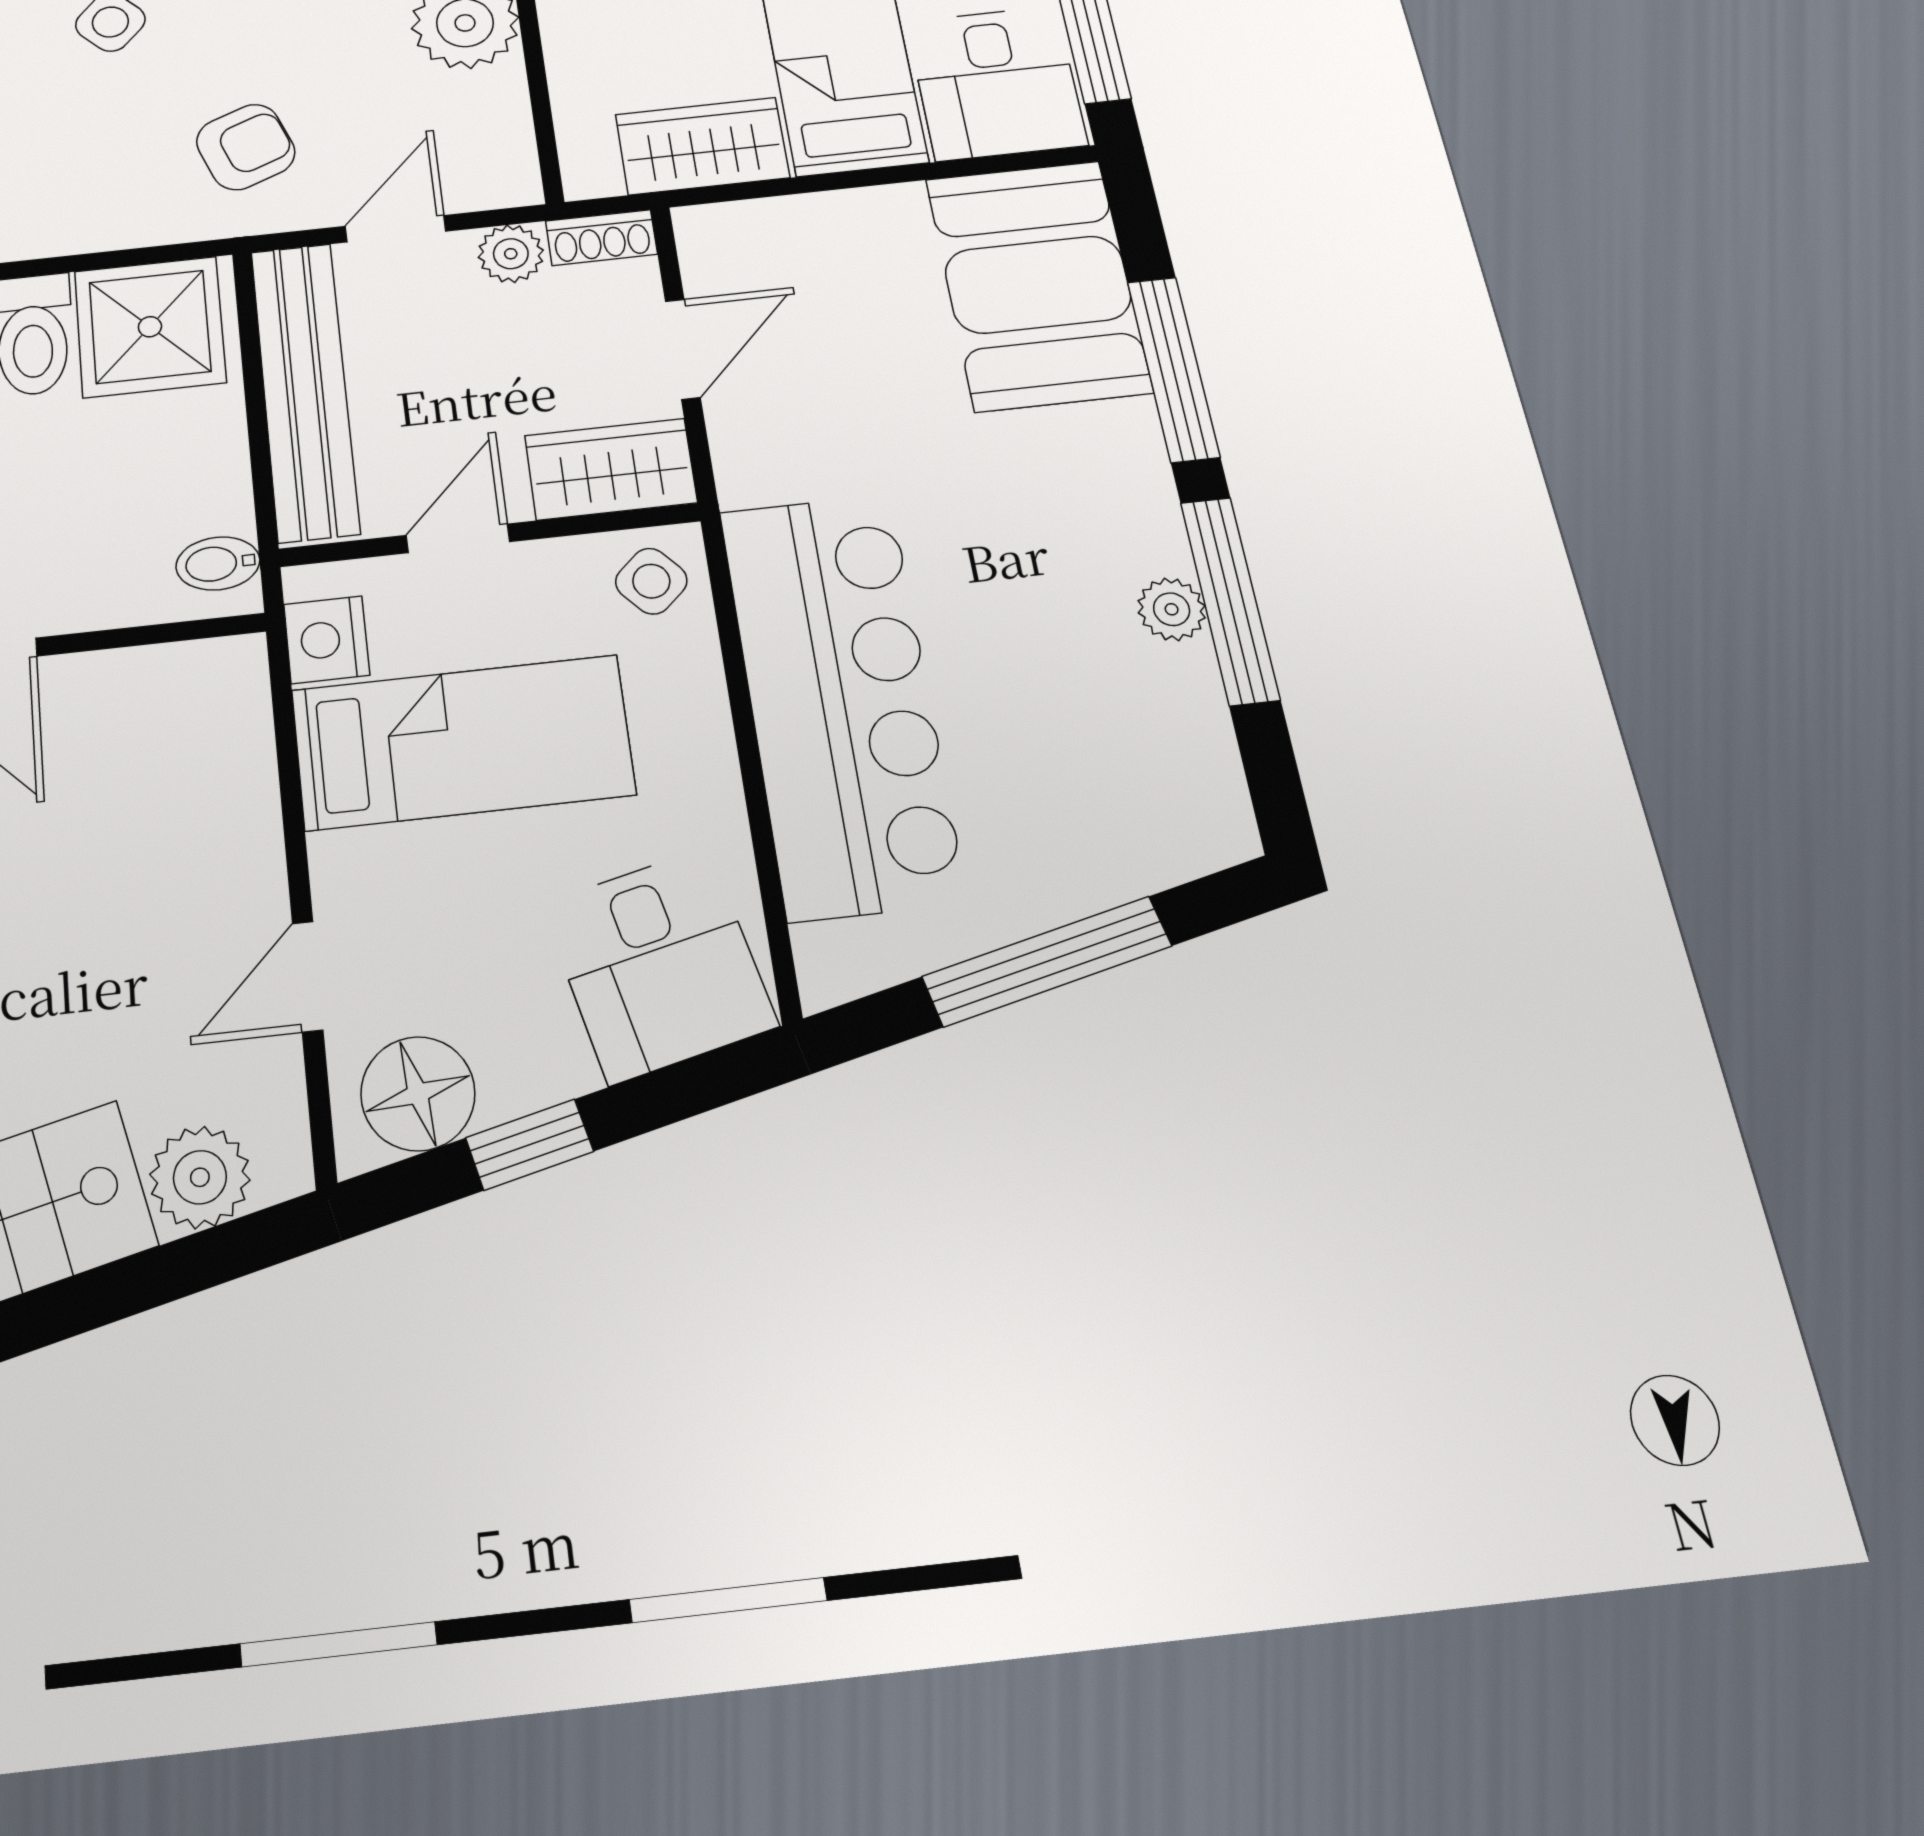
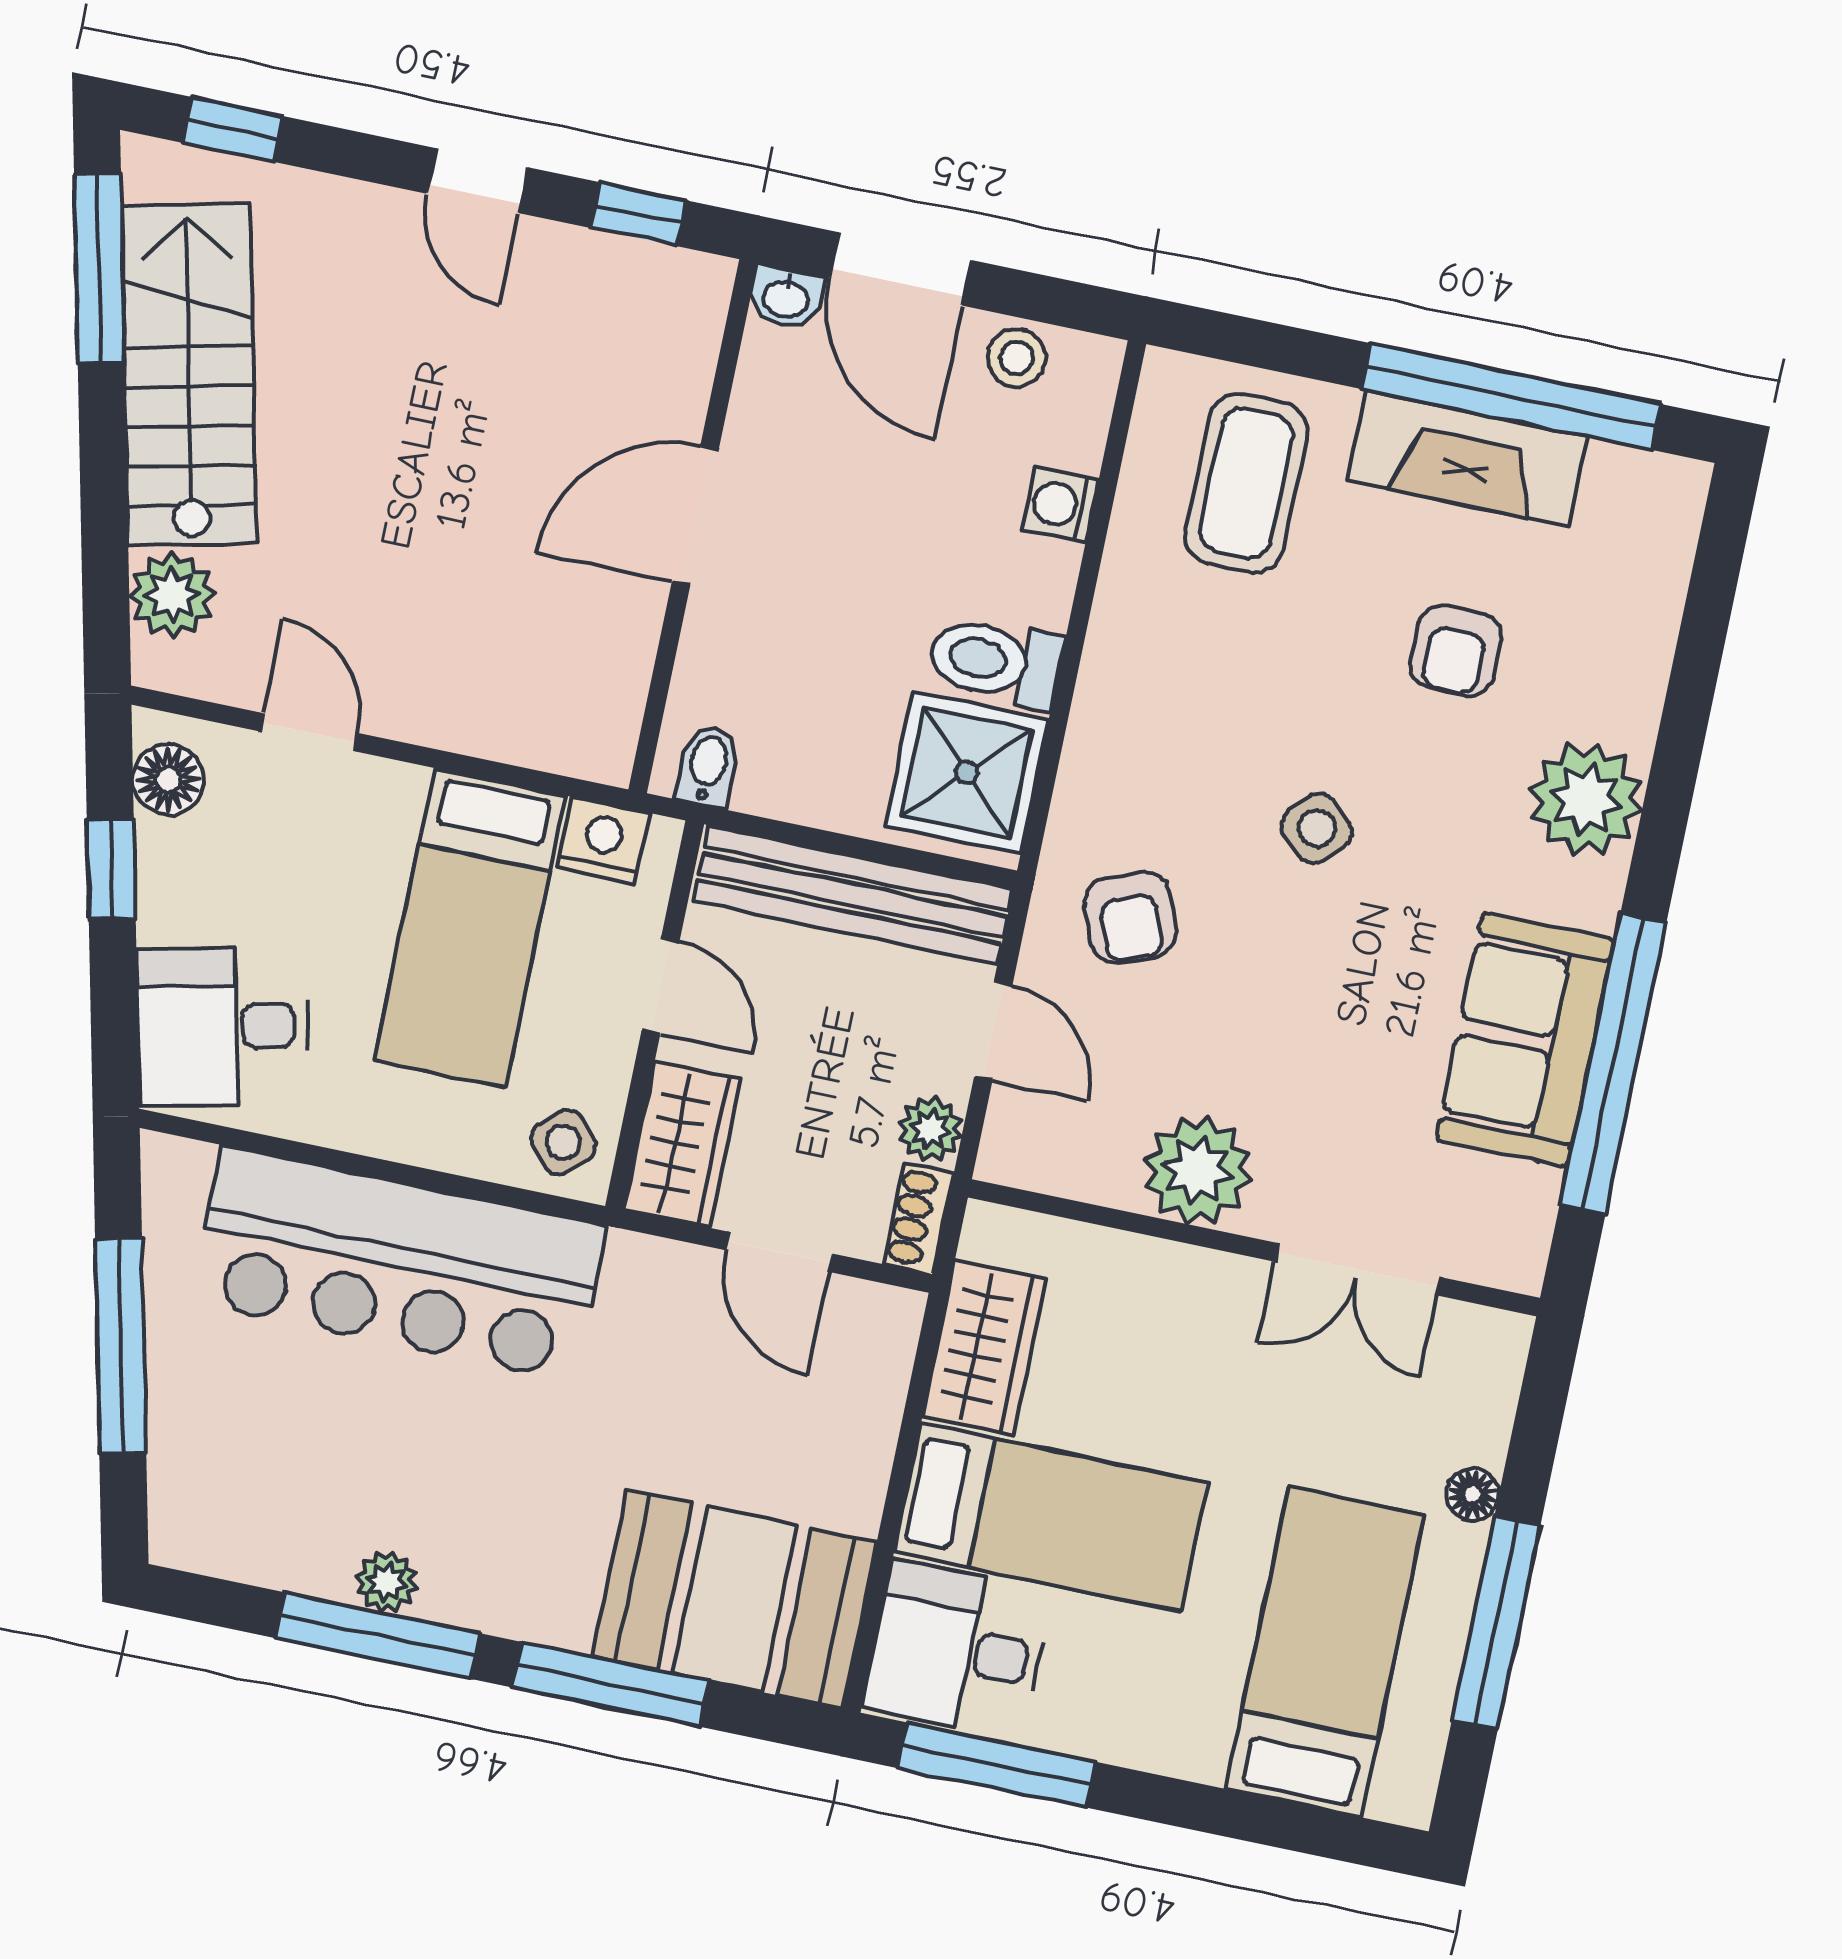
floor lamp: (418, 1094) -> (168, 780), width x0.73, depth x0.73

